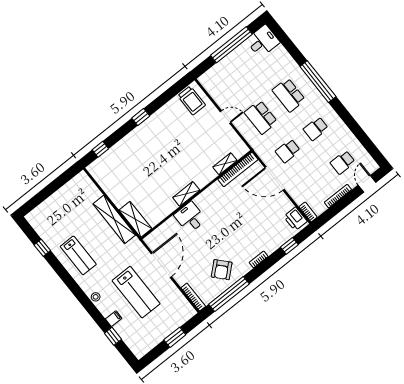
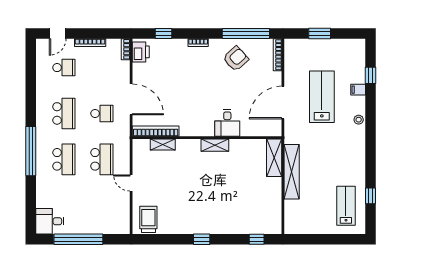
school desk: (316, 129) -> (64, 113), width x1.85
lab bench: (78, 255) -> (346, 206), moved

